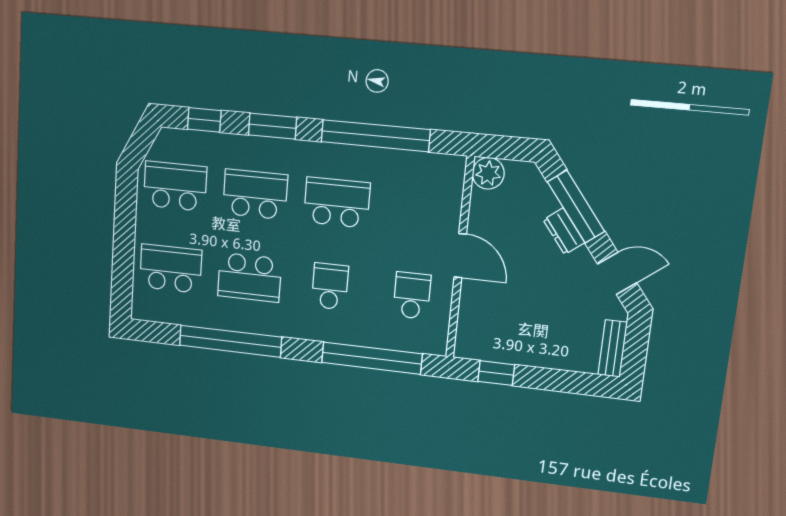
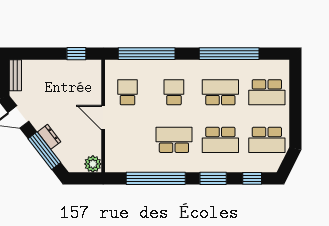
school desk: (337, 203) -> (174, 140), turned 180
school desk: (330, 286) -> (174, 92), turned 180
school desk: (412, 296) -> (127, 92), turned 180

